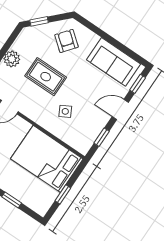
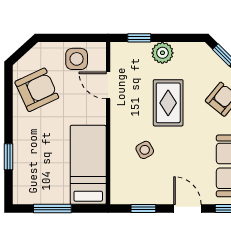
bed: (47, 159) -> (88, 165), width x0.67
window: (63, 194) -> (52, 209), width x1.50

